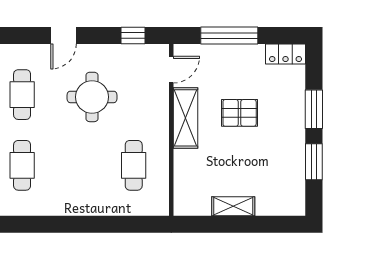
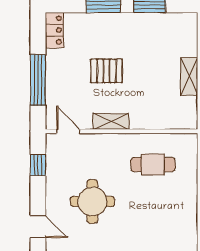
pallet: (240, 113) -> (106, 71), turned 90
shelving: (185, 118) -> (111, 121), width x0.67, depth x0.75

